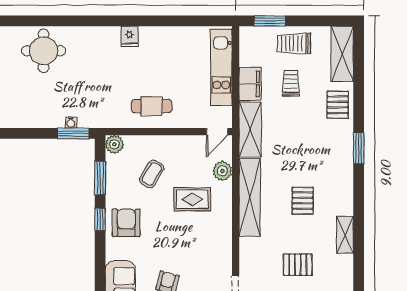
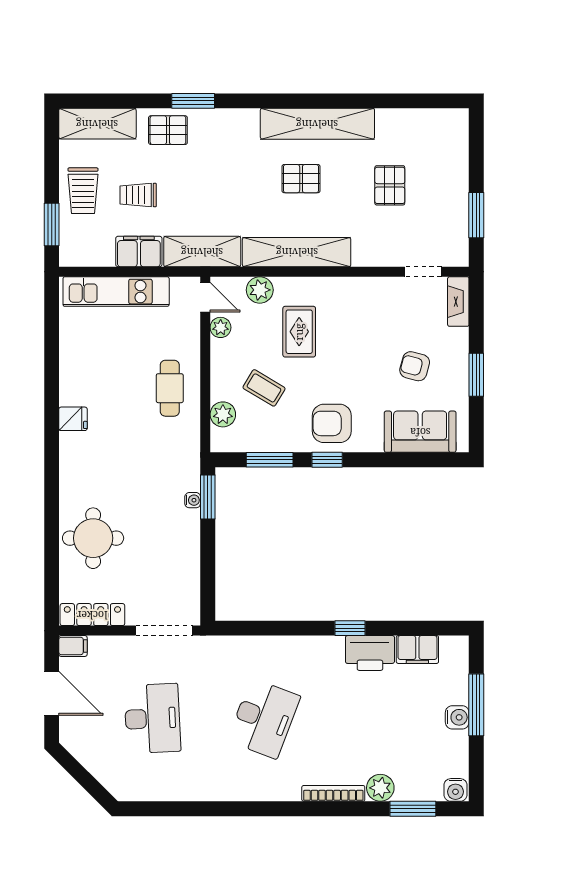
plant: (195, 143) -> (221, 327), added
plant: (114, 144) -> (223, 414), moved
window: (359, 148) -> (193, 101), moved
shelving: (345, 235) -> (317, 124), width x2.20, depth x1.33

